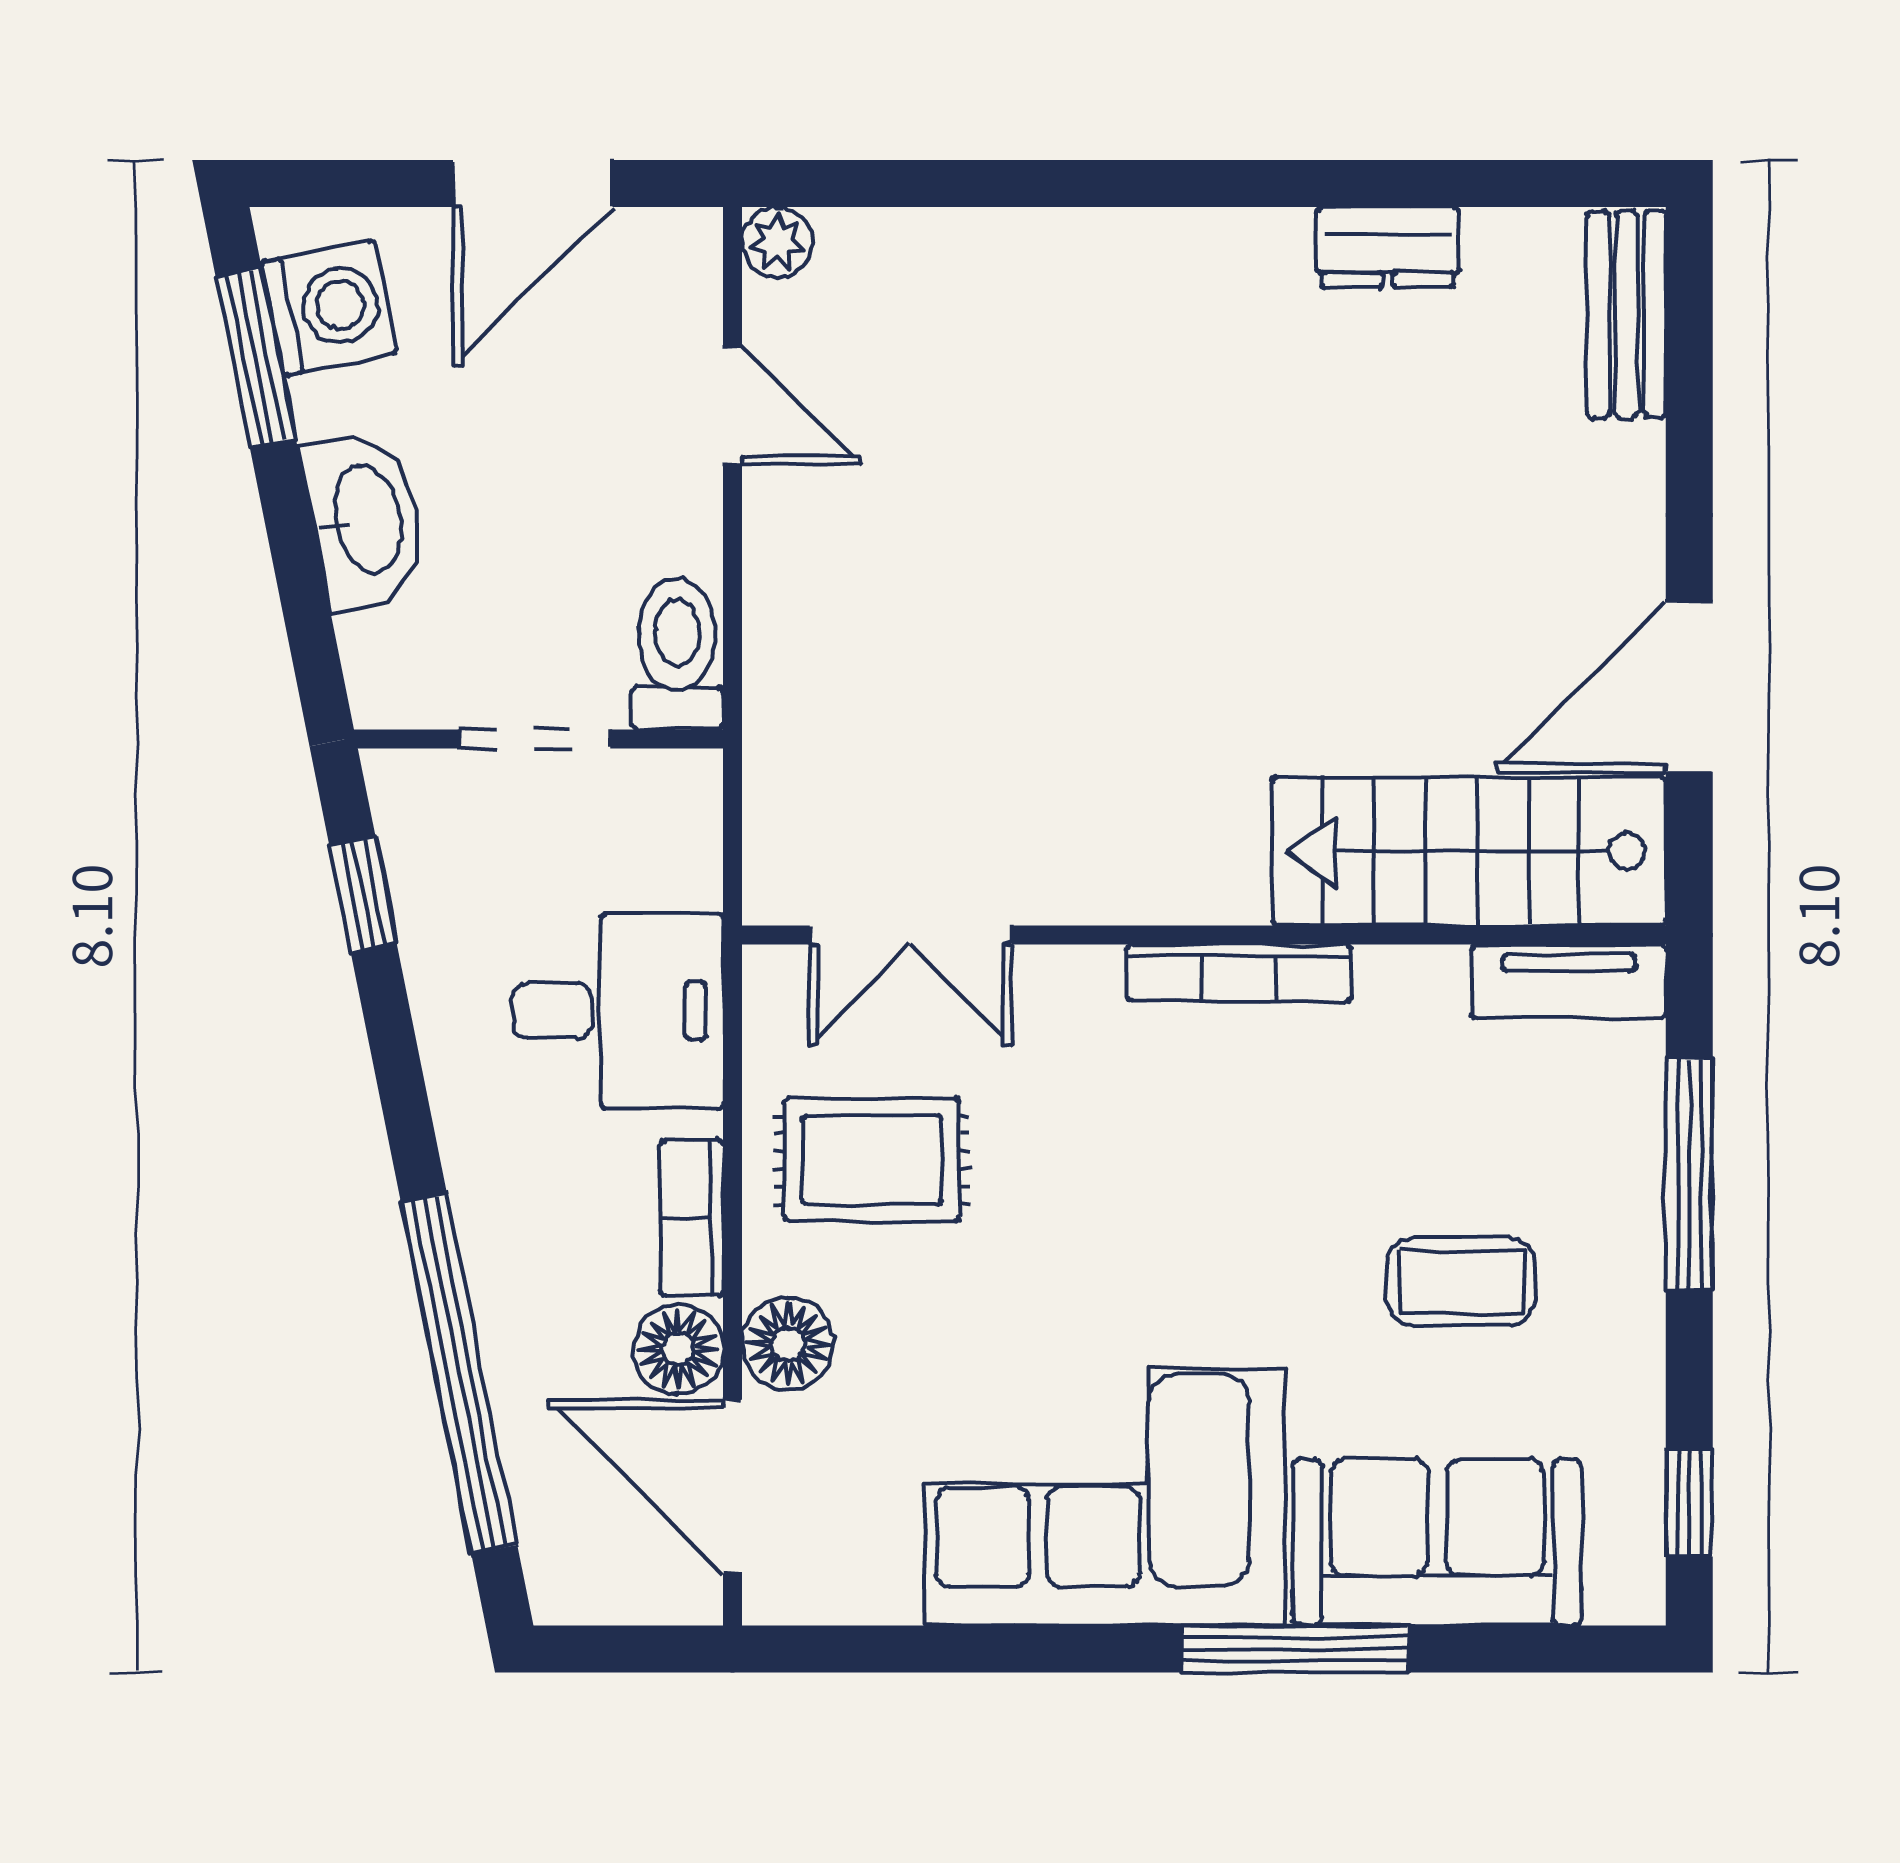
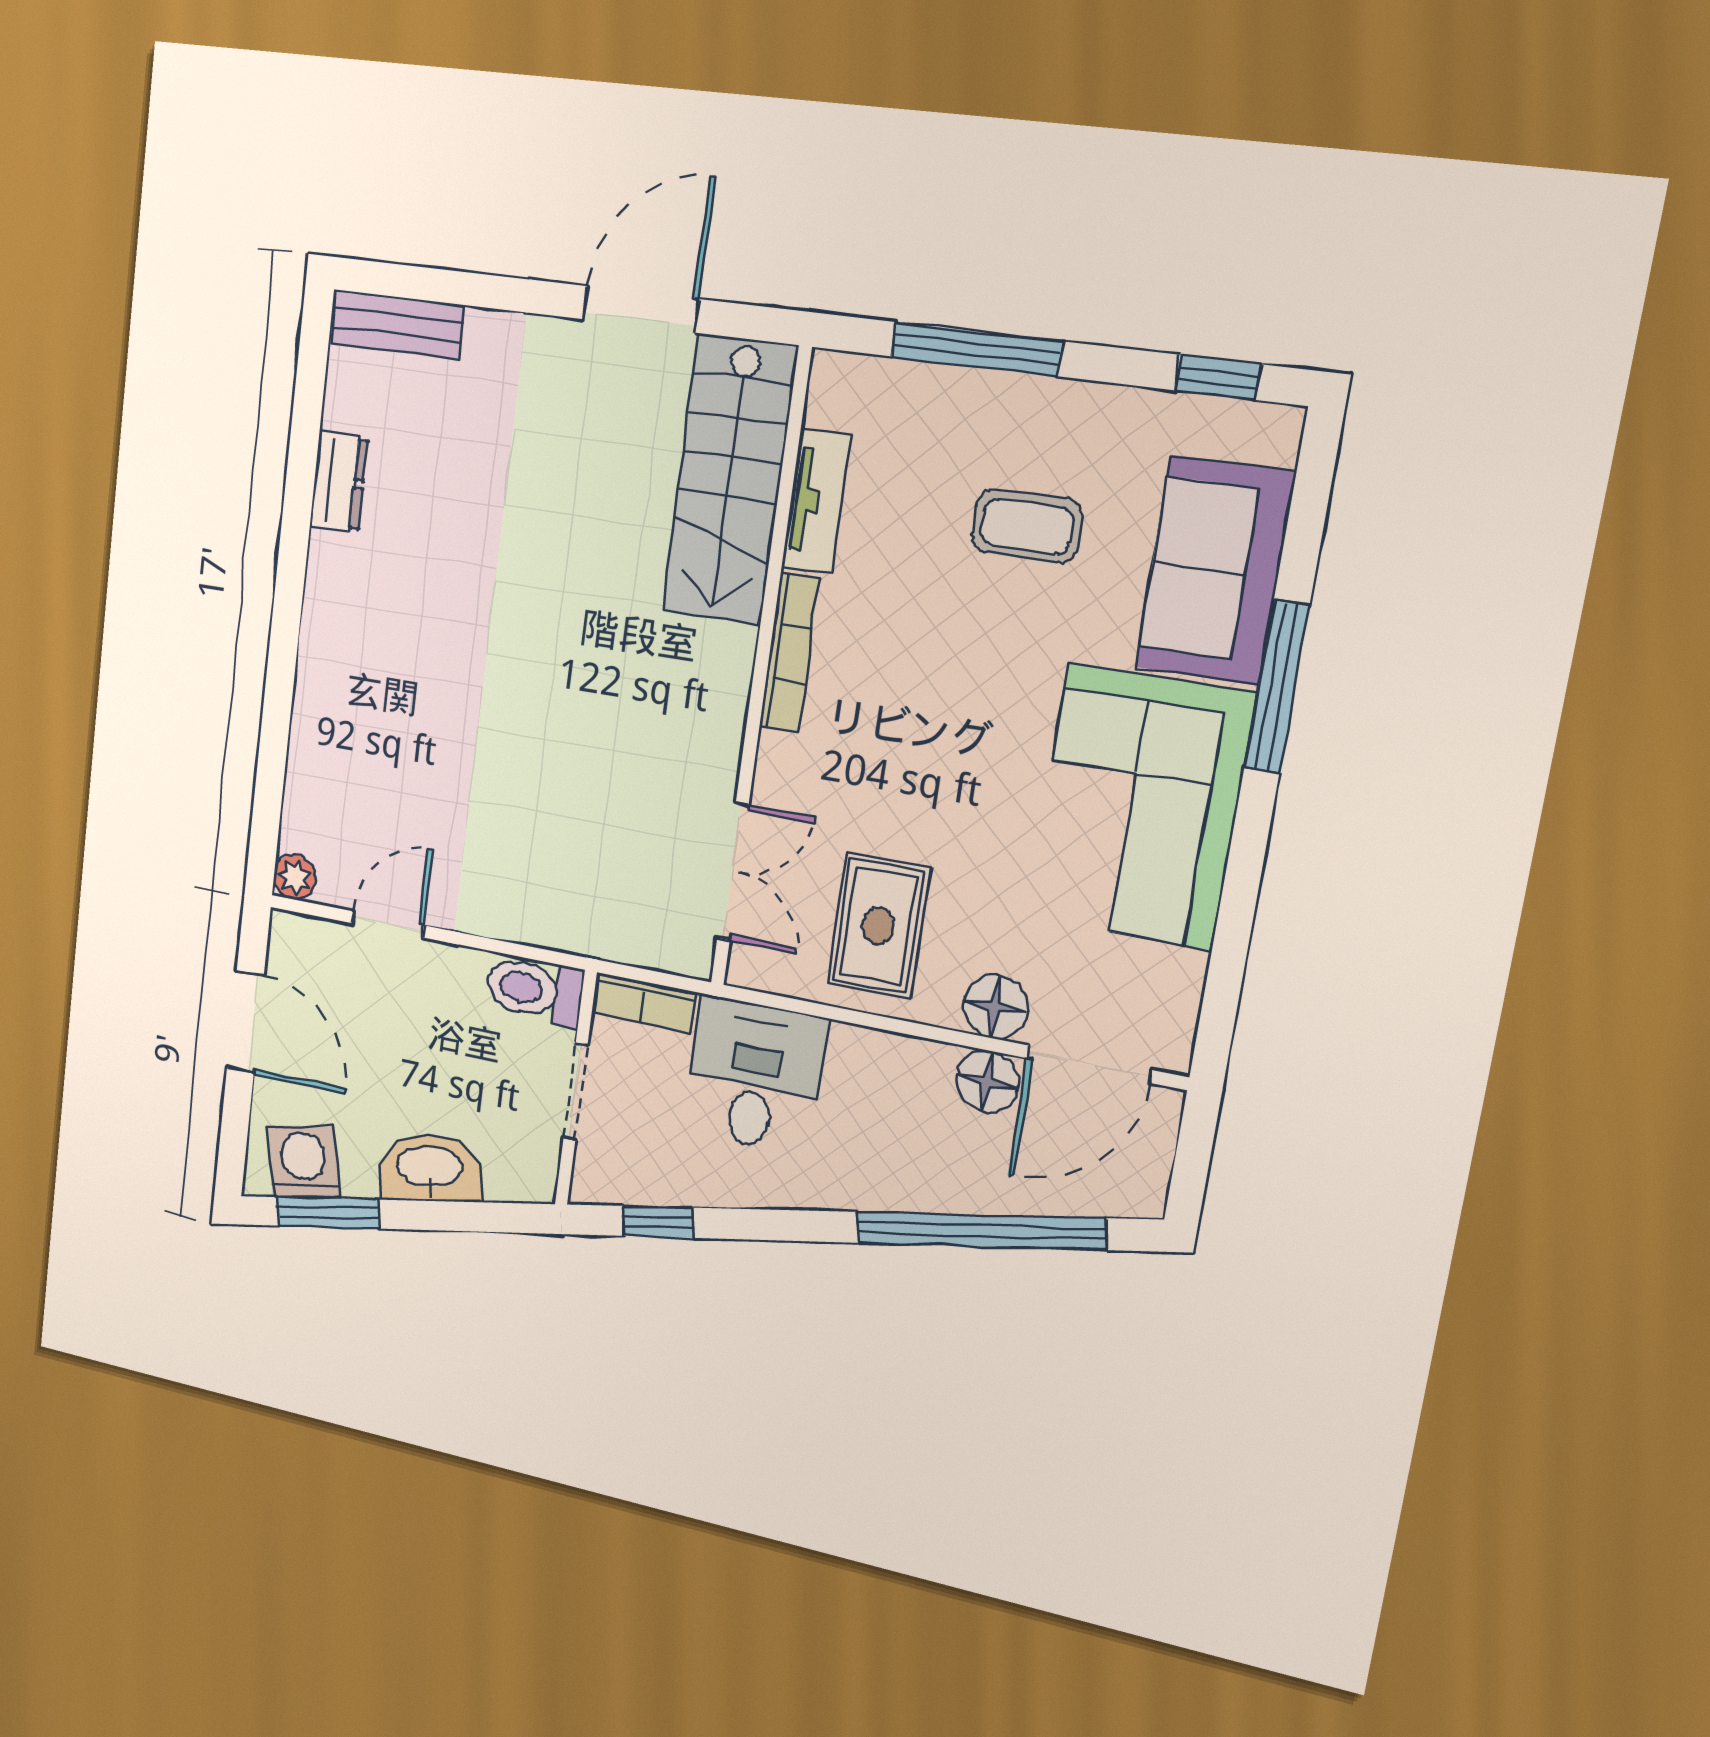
door: (1689, 687) -> (641, 309), swing flipped
tv unit: (1569, 981) -> (816, 501), moved
bookcase: (692, 1218) -> (644, 1002), moved
coffee table: (1461, 1281) -> (1027, 526), turned 90

